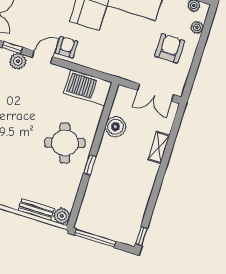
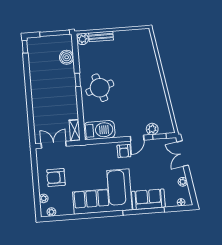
armchair: (170, 48) -> (56, 177), turned 90
boiler: (115, 127) -> (67, 57), moved
shelving: (159, 147) -> (75, 130), moved

